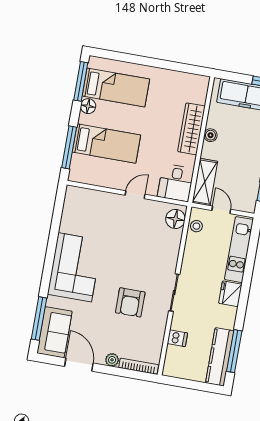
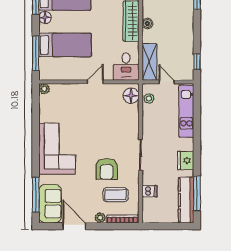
plant: (72, 192) -> (44, 89), added
fridge: (230, 294) -> (186, 160), moved
coffee table: (136, 335) -> (116, 195), added

